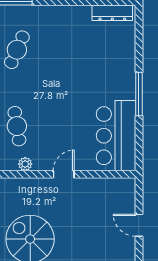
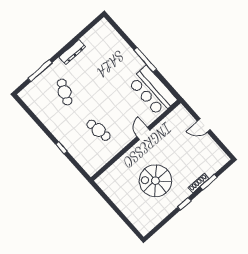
dresser: (112, 13) -> (72, 52), moved
plant: (25, 164) -> (120, 145), removed

